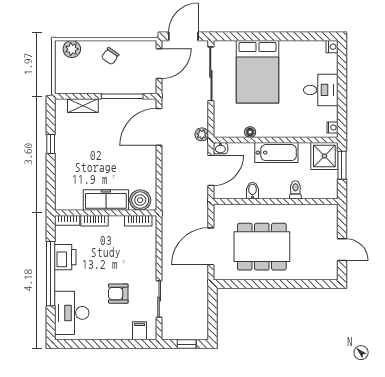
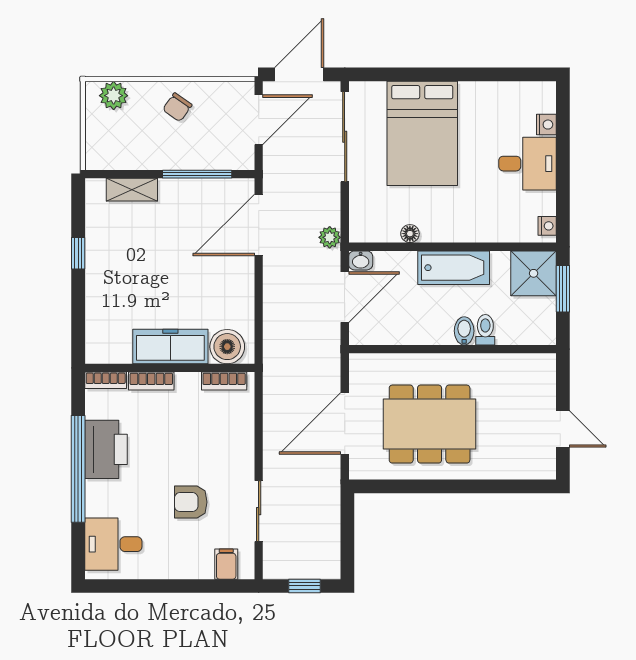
nightstand: (332, 47) -> (546, 125), moved
bidet: (252, 191) -> (464, 331), moved
printer: (65, 257) -> (106, 449), width x1.37, depth x1.19
desk: (72, 313) -> (113, 544), width x0.73

